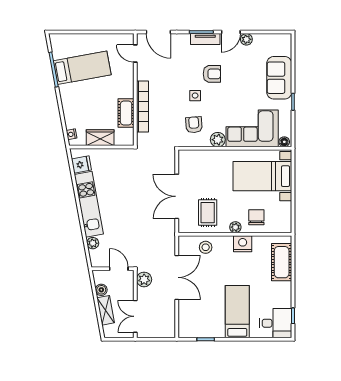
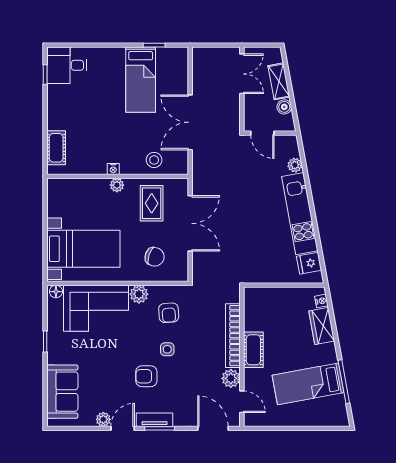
sofa: (279, 78) -> (62, 392), moved
cot: (126, 113) -> (253, 350), moved
wardrobe: (100, 138) -> (322, 326), moved, turned 80
chair: (256, 217) -> (155, 257), moved, turned -72
nightstand: (243, 244) -> (113, 169), width x0.53, depth x0.56
cot: (282, 262) -> (56, 148), width x0.73, depth x0.75
plant: (144, 279) -> (231, 378), moved
bed: (237, 312) -> (141, 80), moved

